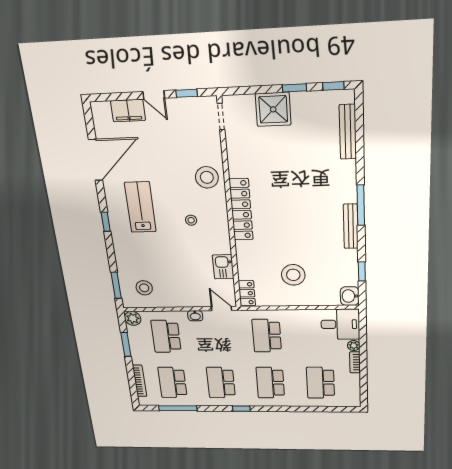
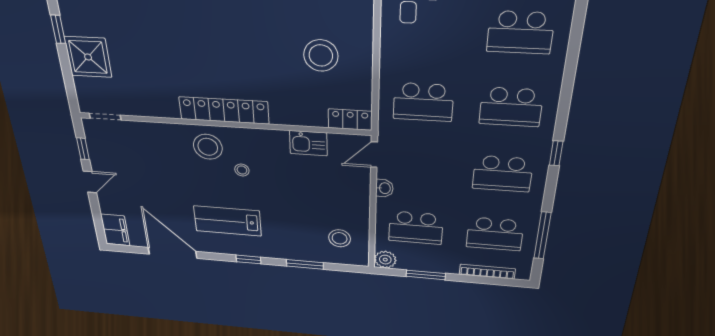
filing cabinet: (128, 111) -> (115, 230), moved
stool: (207, 177) -> (208, 147), moved
window: (116, 285) -> (305, 264), moved

